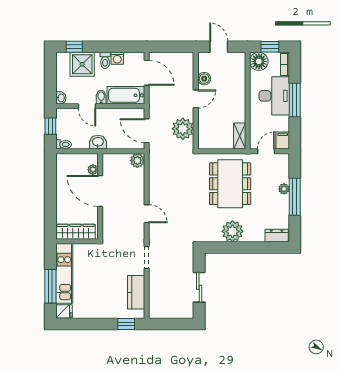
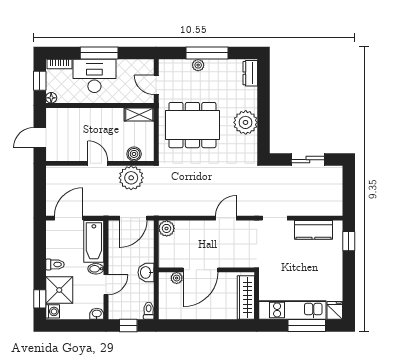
washing machine: (117, 58) -> (53, 311), moved
floor lamp: (259, 61) -> (51, 98), width x0.53, depth x0.53
boiler: (204, 79) -> (134, 154), moved
filing cabinet: (283, 140) -> (144, 66), removed

